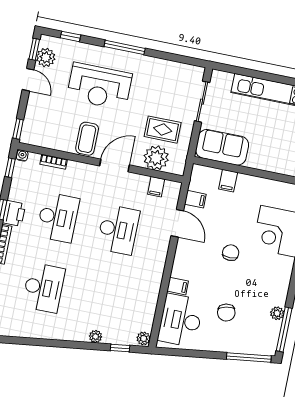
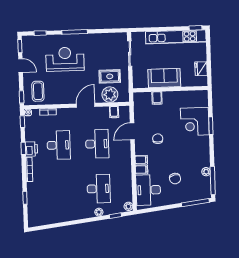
plant: (46, 57) -> (28, 49), removed
reception desk: (99, 86) -> (65, 59), turned 180
coffee table: (87, 139) -> (38, 91), moved
sofa: (222, 147) -> (164, 78), moved
filing cabinet: (195, 199) -> (141, 160), moved
door: (177, 223) -> (132, 131), swing flipped
chair: (231, 253) -> (158, 139), moved
desk: (44, 288) -> (99, 189), moved

